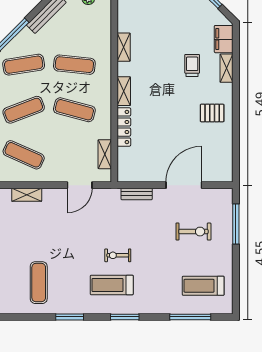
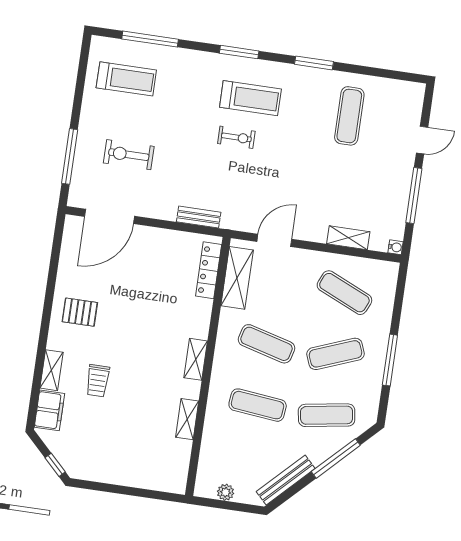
locker: (124, 127) -> (209, 270), moved
shelving: (105, 154) -> (237, 278), width x1.50, depth x1.33
door: (184, 185) -> (110, 216), moved

